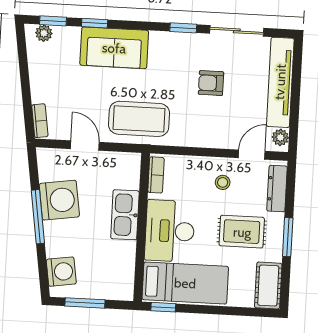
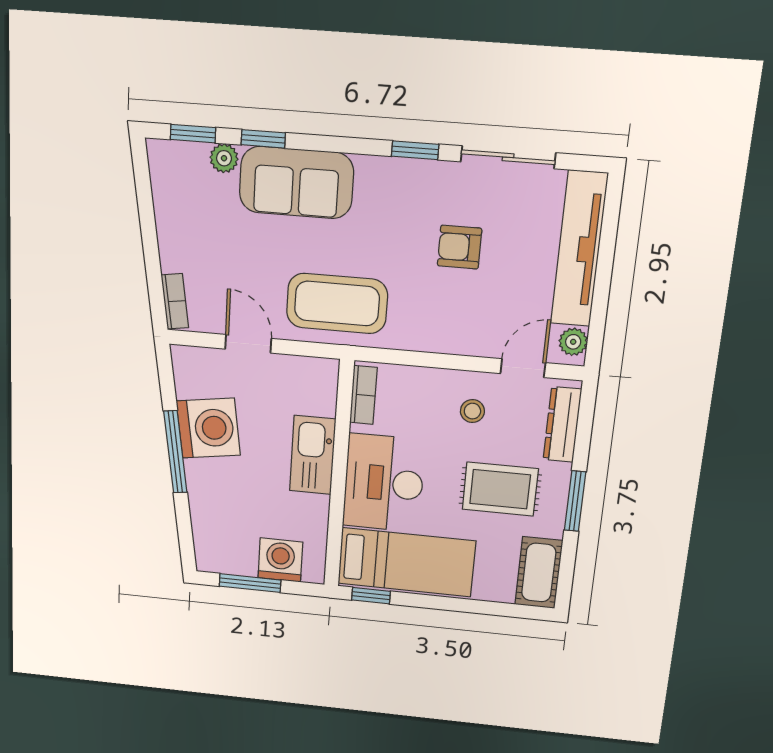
plant: (44, 33) -> (224, 158), moved
washing machine: (61, 272) -> (280, 560), moved, turned -81

